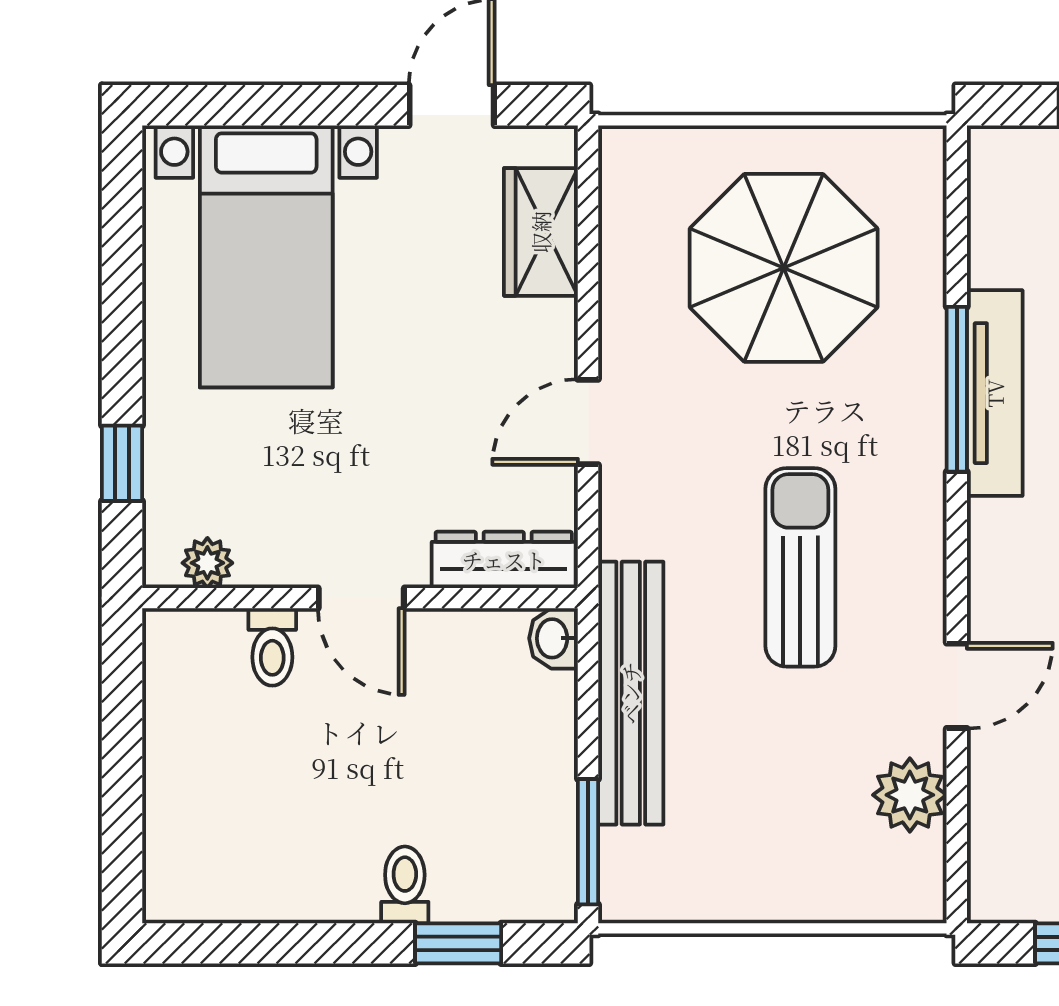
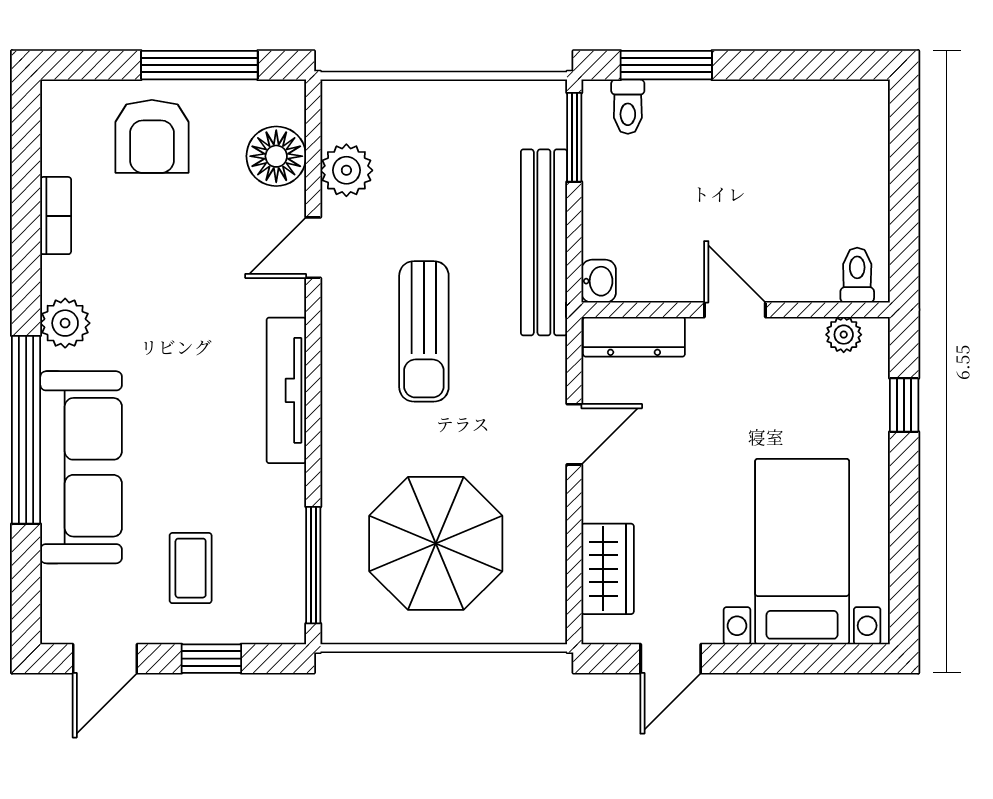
window: (957, 389) -> (313, 565), moved
tv unit: (995, 393) -> (286, 390), moved
toilet: (272, 647) -> (857, 275), moved
floor lamp: (1009, 815) -> (276, 156), added
toilet: (405, 885) -> (628, 107), moved
window: (458, 943) -> (666, 65), width x1.50

